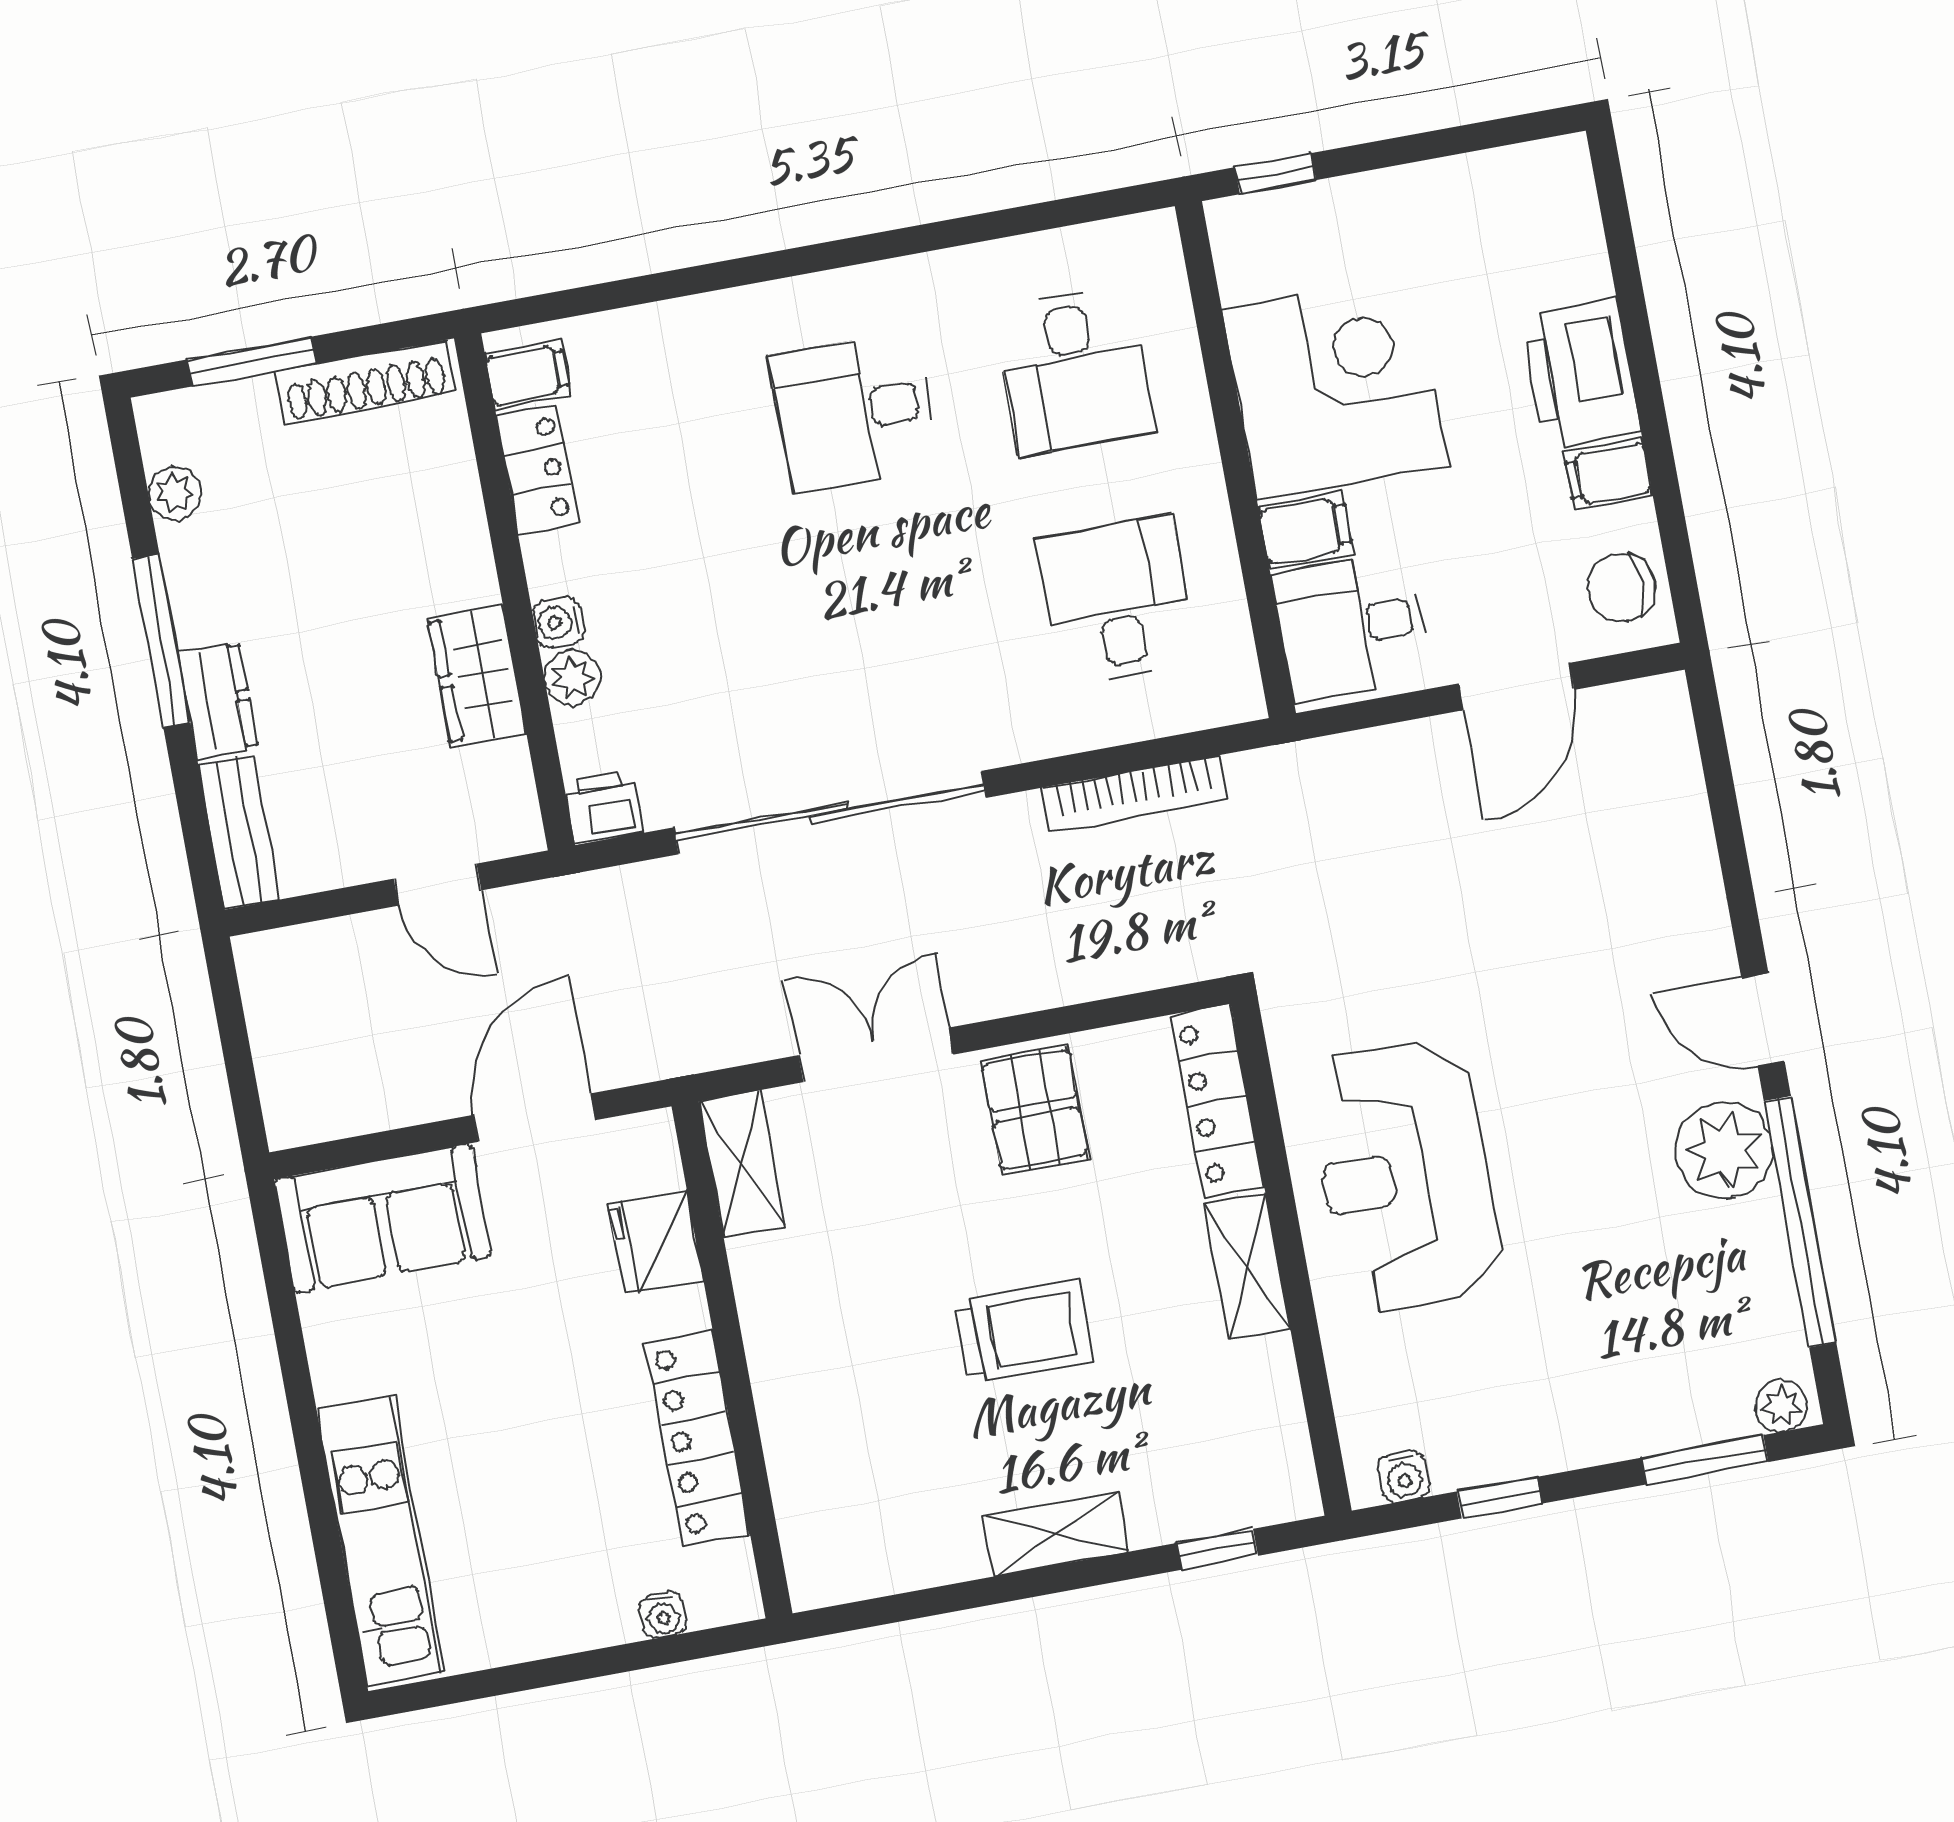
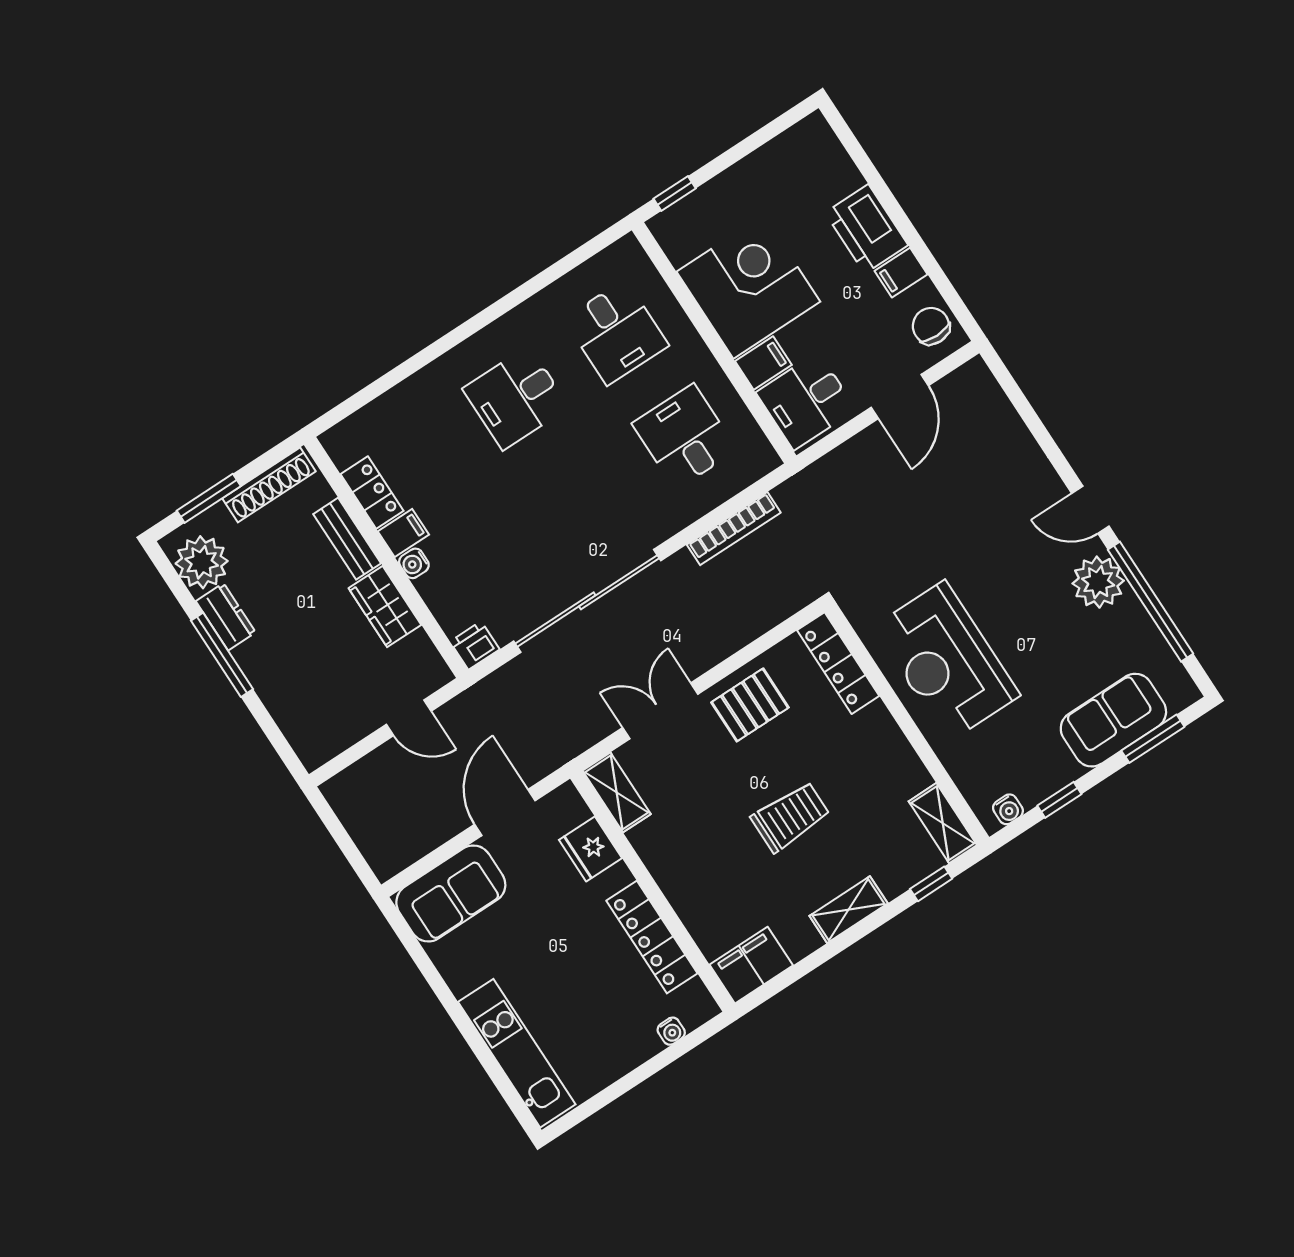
filing cabinet: (528, 375) -> (403, 533), moved
plant: (175, 493) -> (202, 562), width x1.88, depth x1.88
chair: (1621, 588) -> (931, 326), turned 90
plant: (572, 678) -> (432, 588), removed
dresser: (218, 700) -> (226, 617), moved
bench: (239, 832) -> (347, 539), moved
pallet: (1035, 1110) -> (750, 705), turned 90
shelving: (1247, 1267) -> (943, 823), moved
sofa: (1650, 1399) -> (1113, 720), added
plant: (1781, 1406) -> (1179, 696), removed
filing cabinet: (849, 1559) -> (751, 965), added

